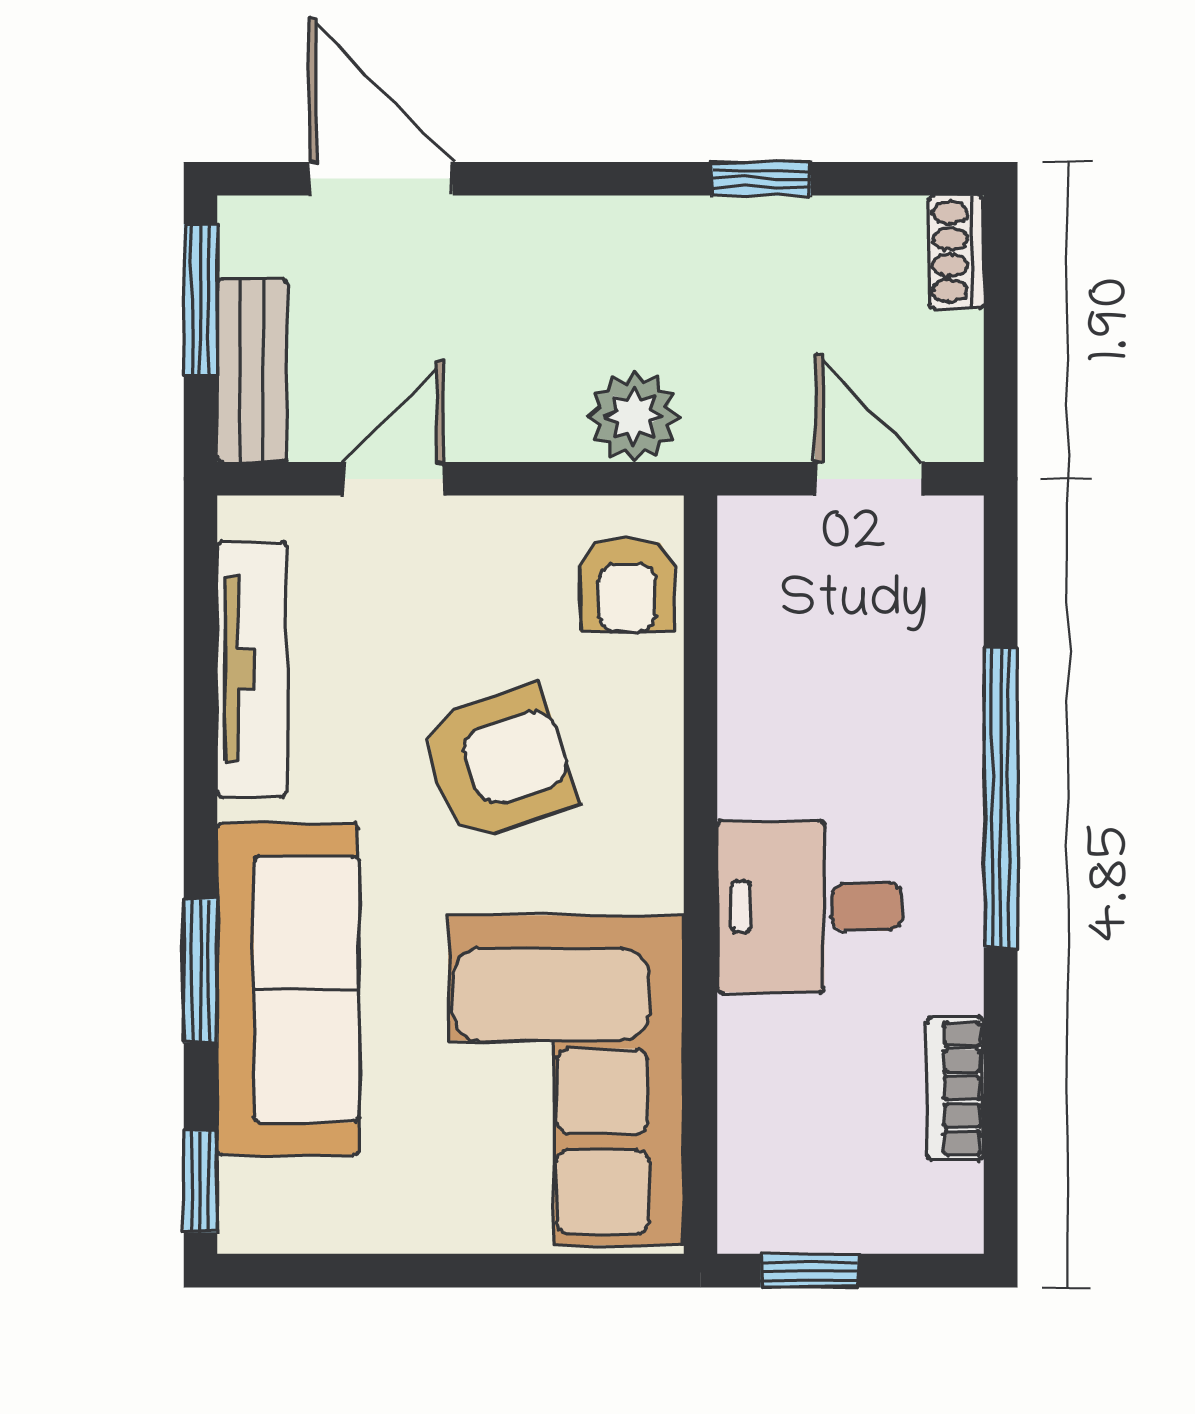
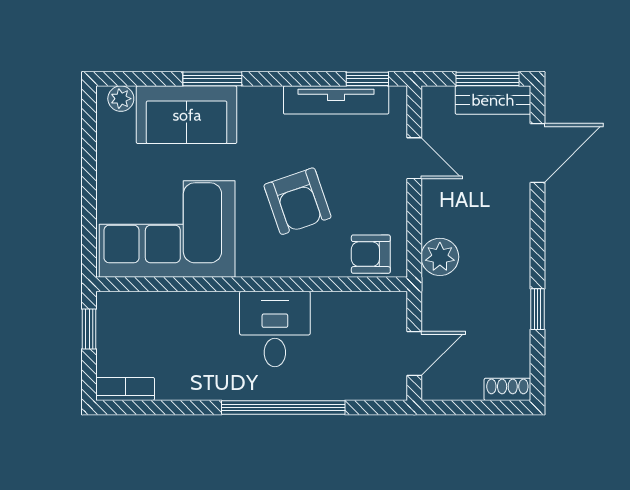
bench: (252, 370) -> (493, 100), moved
desk: (810, 907) -> (275, 329), moved
sofa: (288, 989) -> (187, 115), width x0.73
bookcase: (955, 1088) -> (125, 389), moved
window: (200, 1181) -> (367, 79), moved
plant: (248, 1193) -> (121, 99), added

